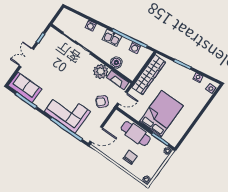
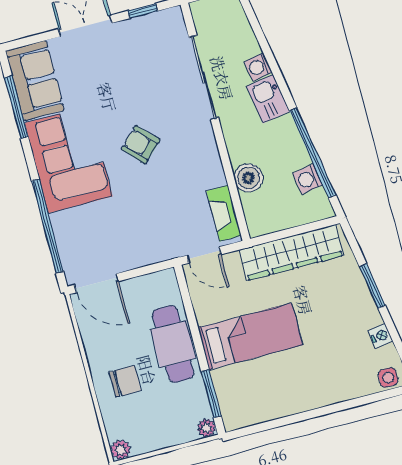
kitchen sink: (112, 38) -> (268, 99), moved
plant: (101, 71) -> (205, 170), removed
armchair: (102, 102) -> (141, 145), moved
corner sofa: (67, 112) -> (68, 160), moved
bed: (161, 114) -> (250, 336), width x0.67

